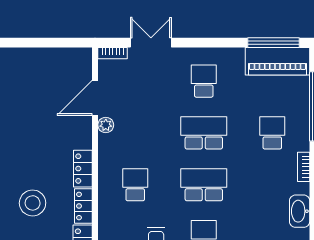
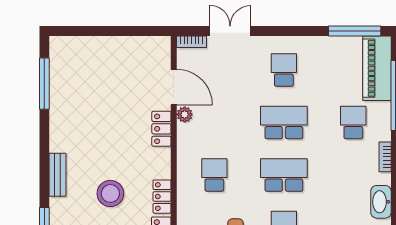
piano: (278, 61) -> (377, 68), moved, turned 90
door: (95, 98) -> (174, 87), swing flipped
locker: (83, 169) -> (161, 129), moved

